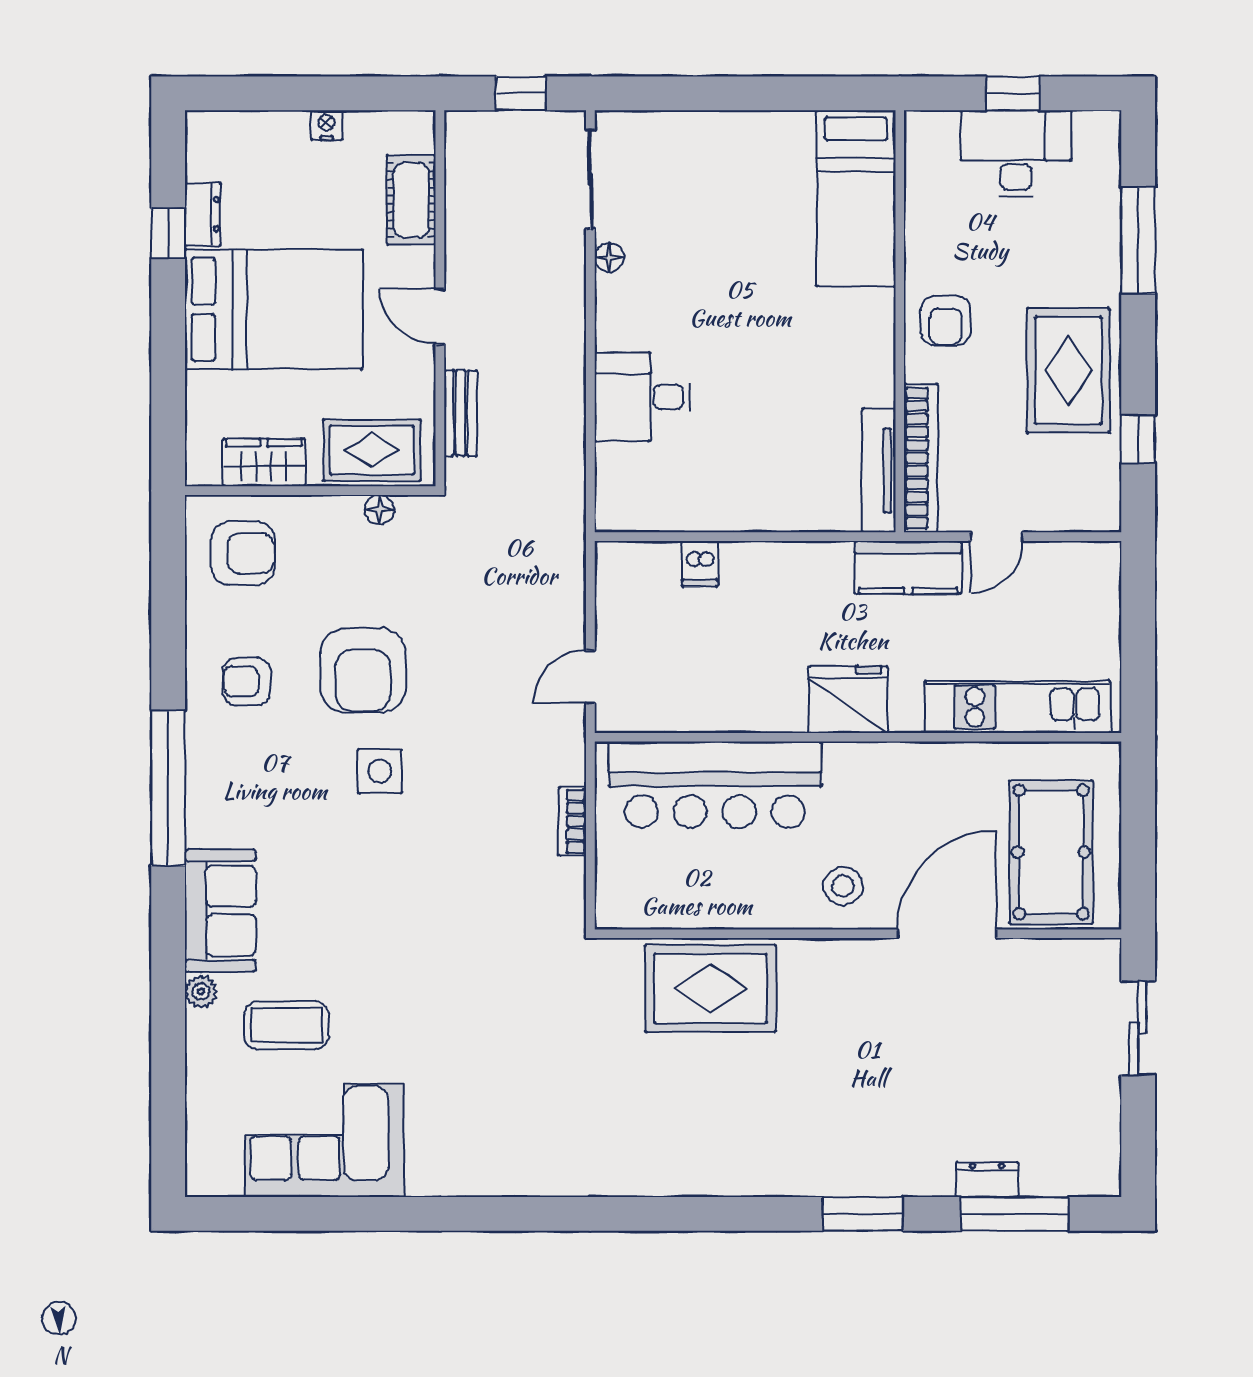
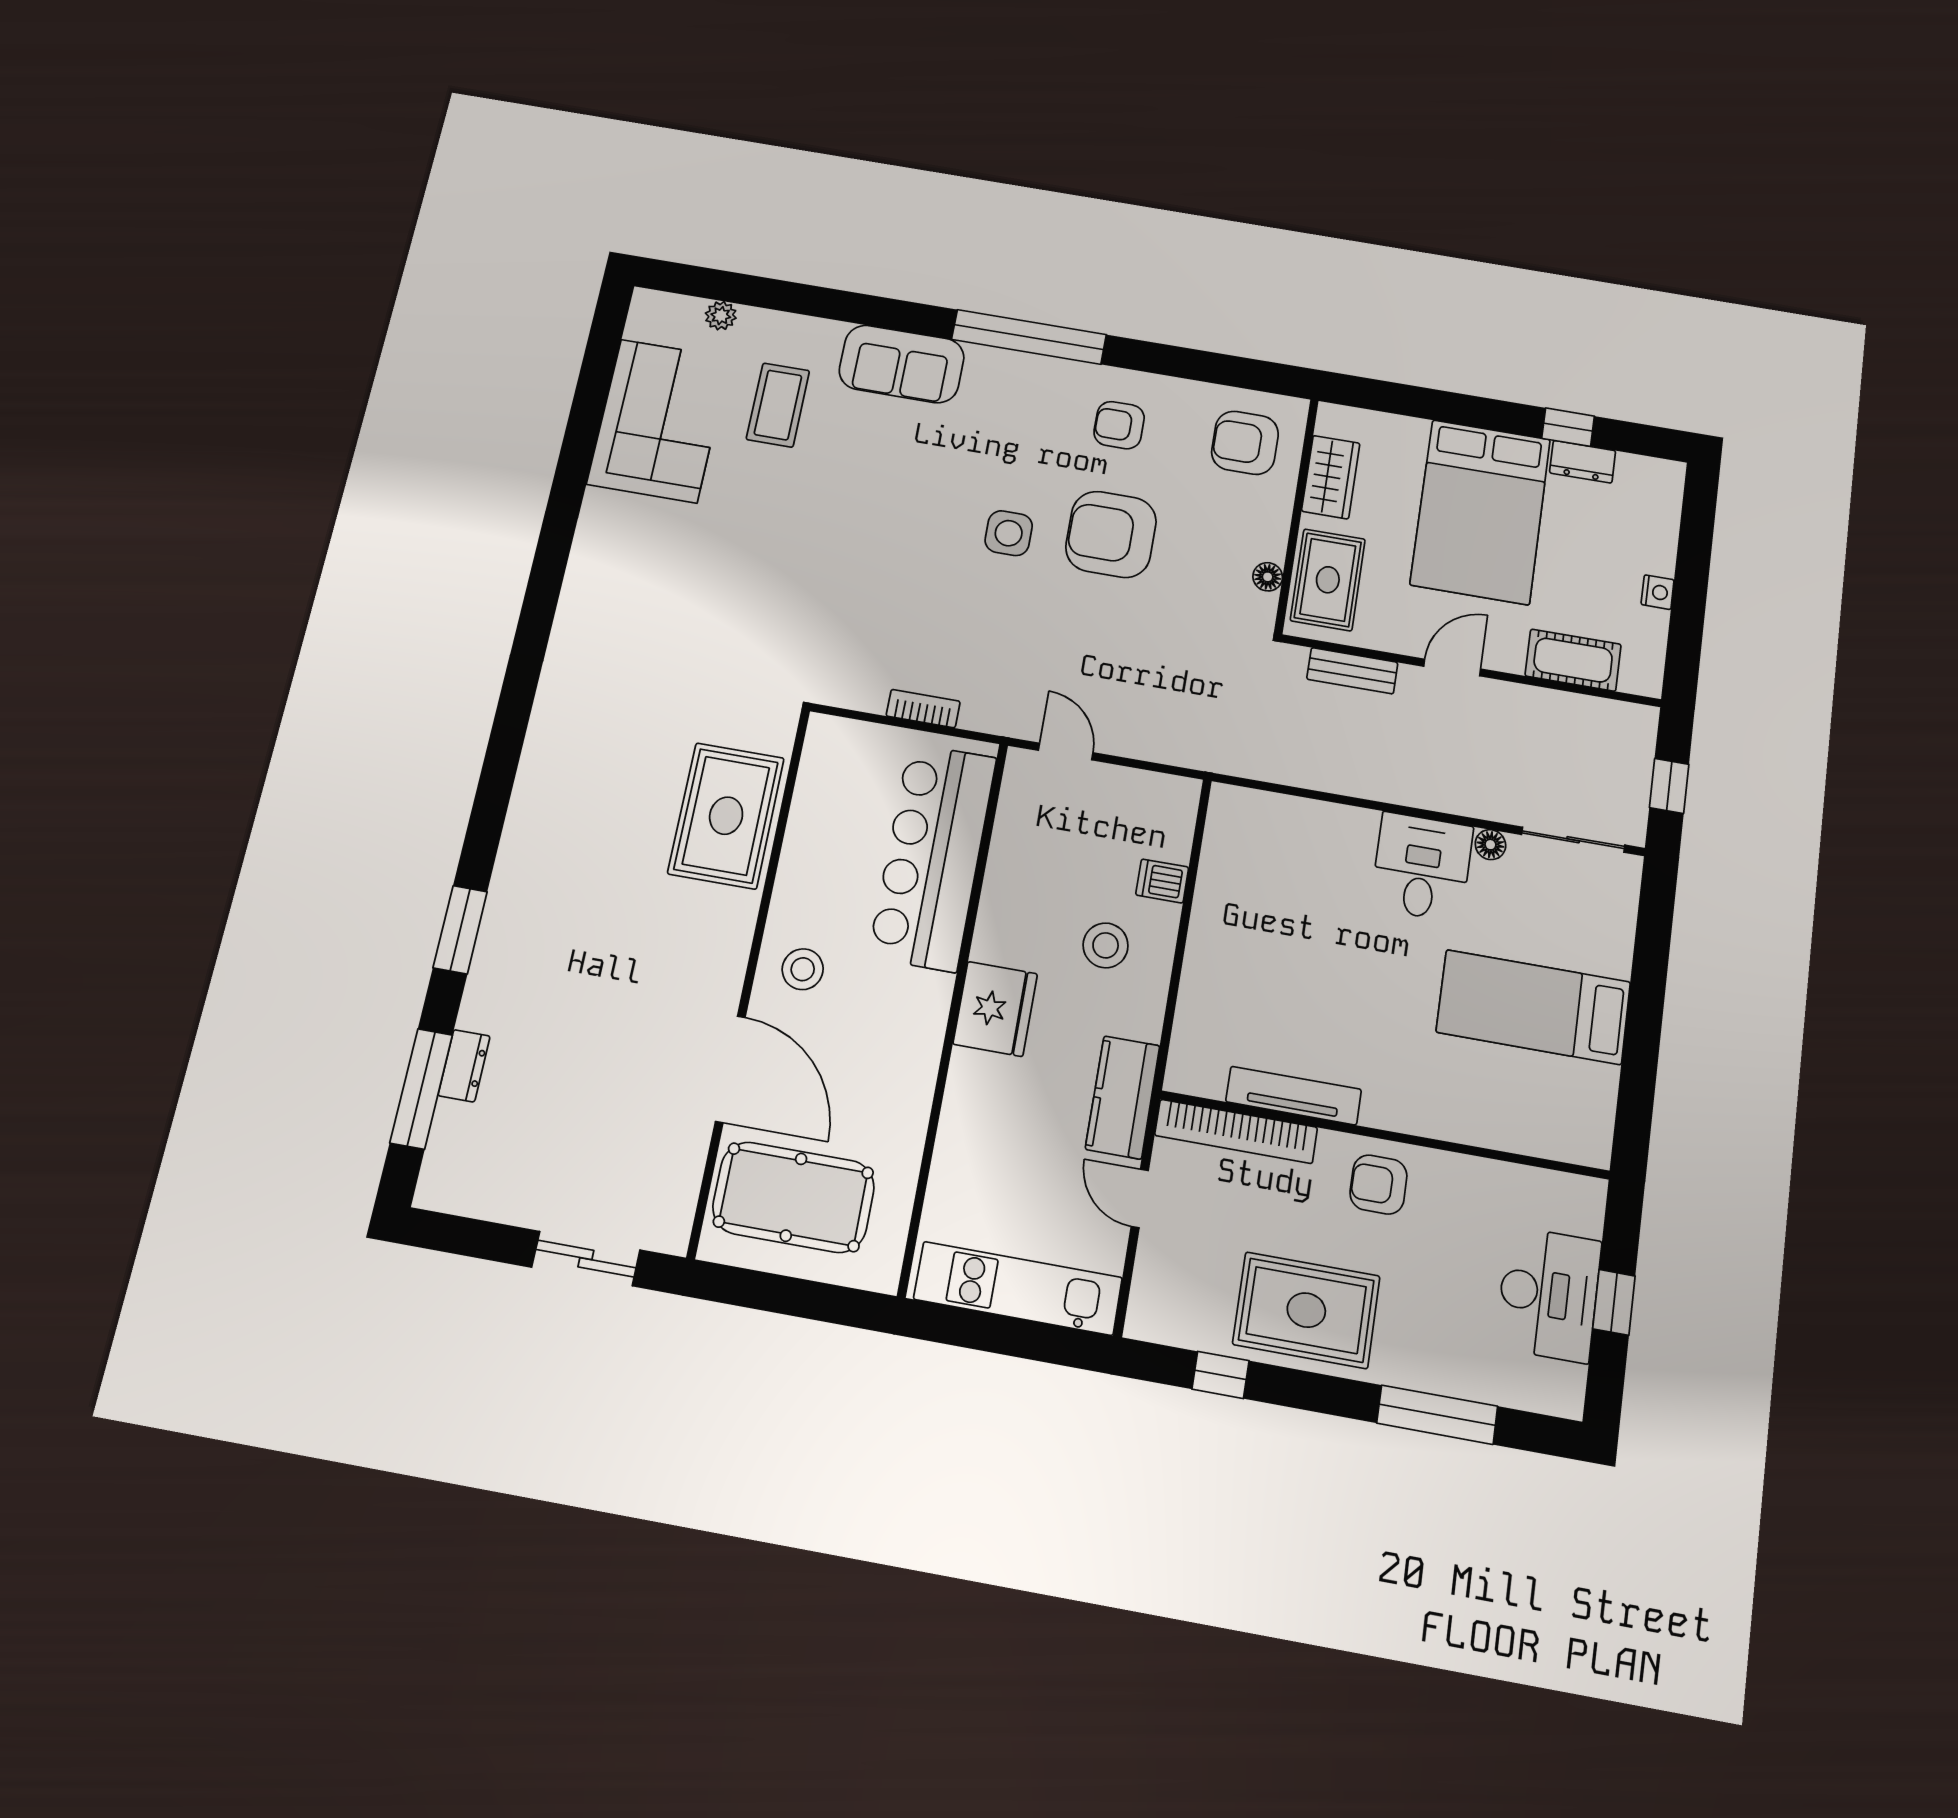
bed: (856, 198) -> (1533, 1007), moved
desk: (642, 397) -> (1422, 867), moved
tv unit: (879, 471) -> (1294, 1096), moved
armchair: (243, 553) -> (1245, 443), turned 90
stool: (770, 607) -> (1106, 945), added
armchair: (247, 682) -> (1119, 425), turned -90
kitchen unit: (1017, 707) -> (1018, 1288), moved, turned -90
plant: (201, 992) -> (721, 316), moved

